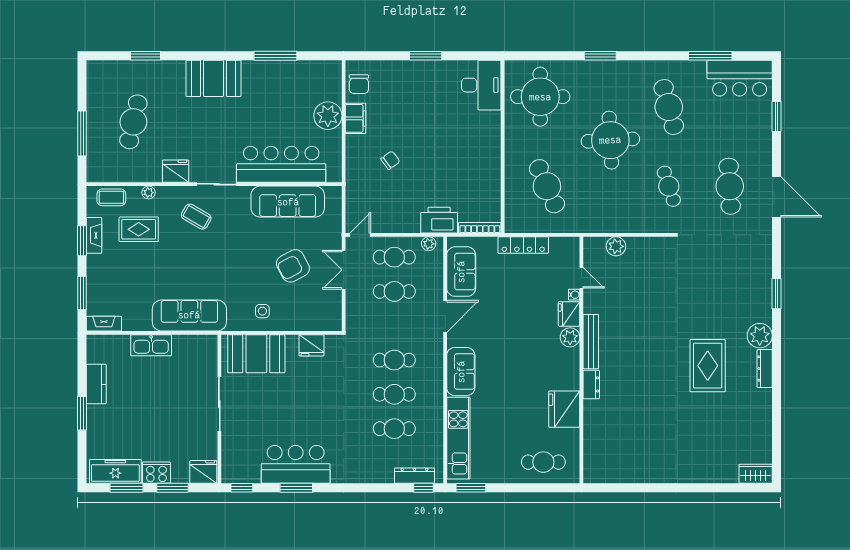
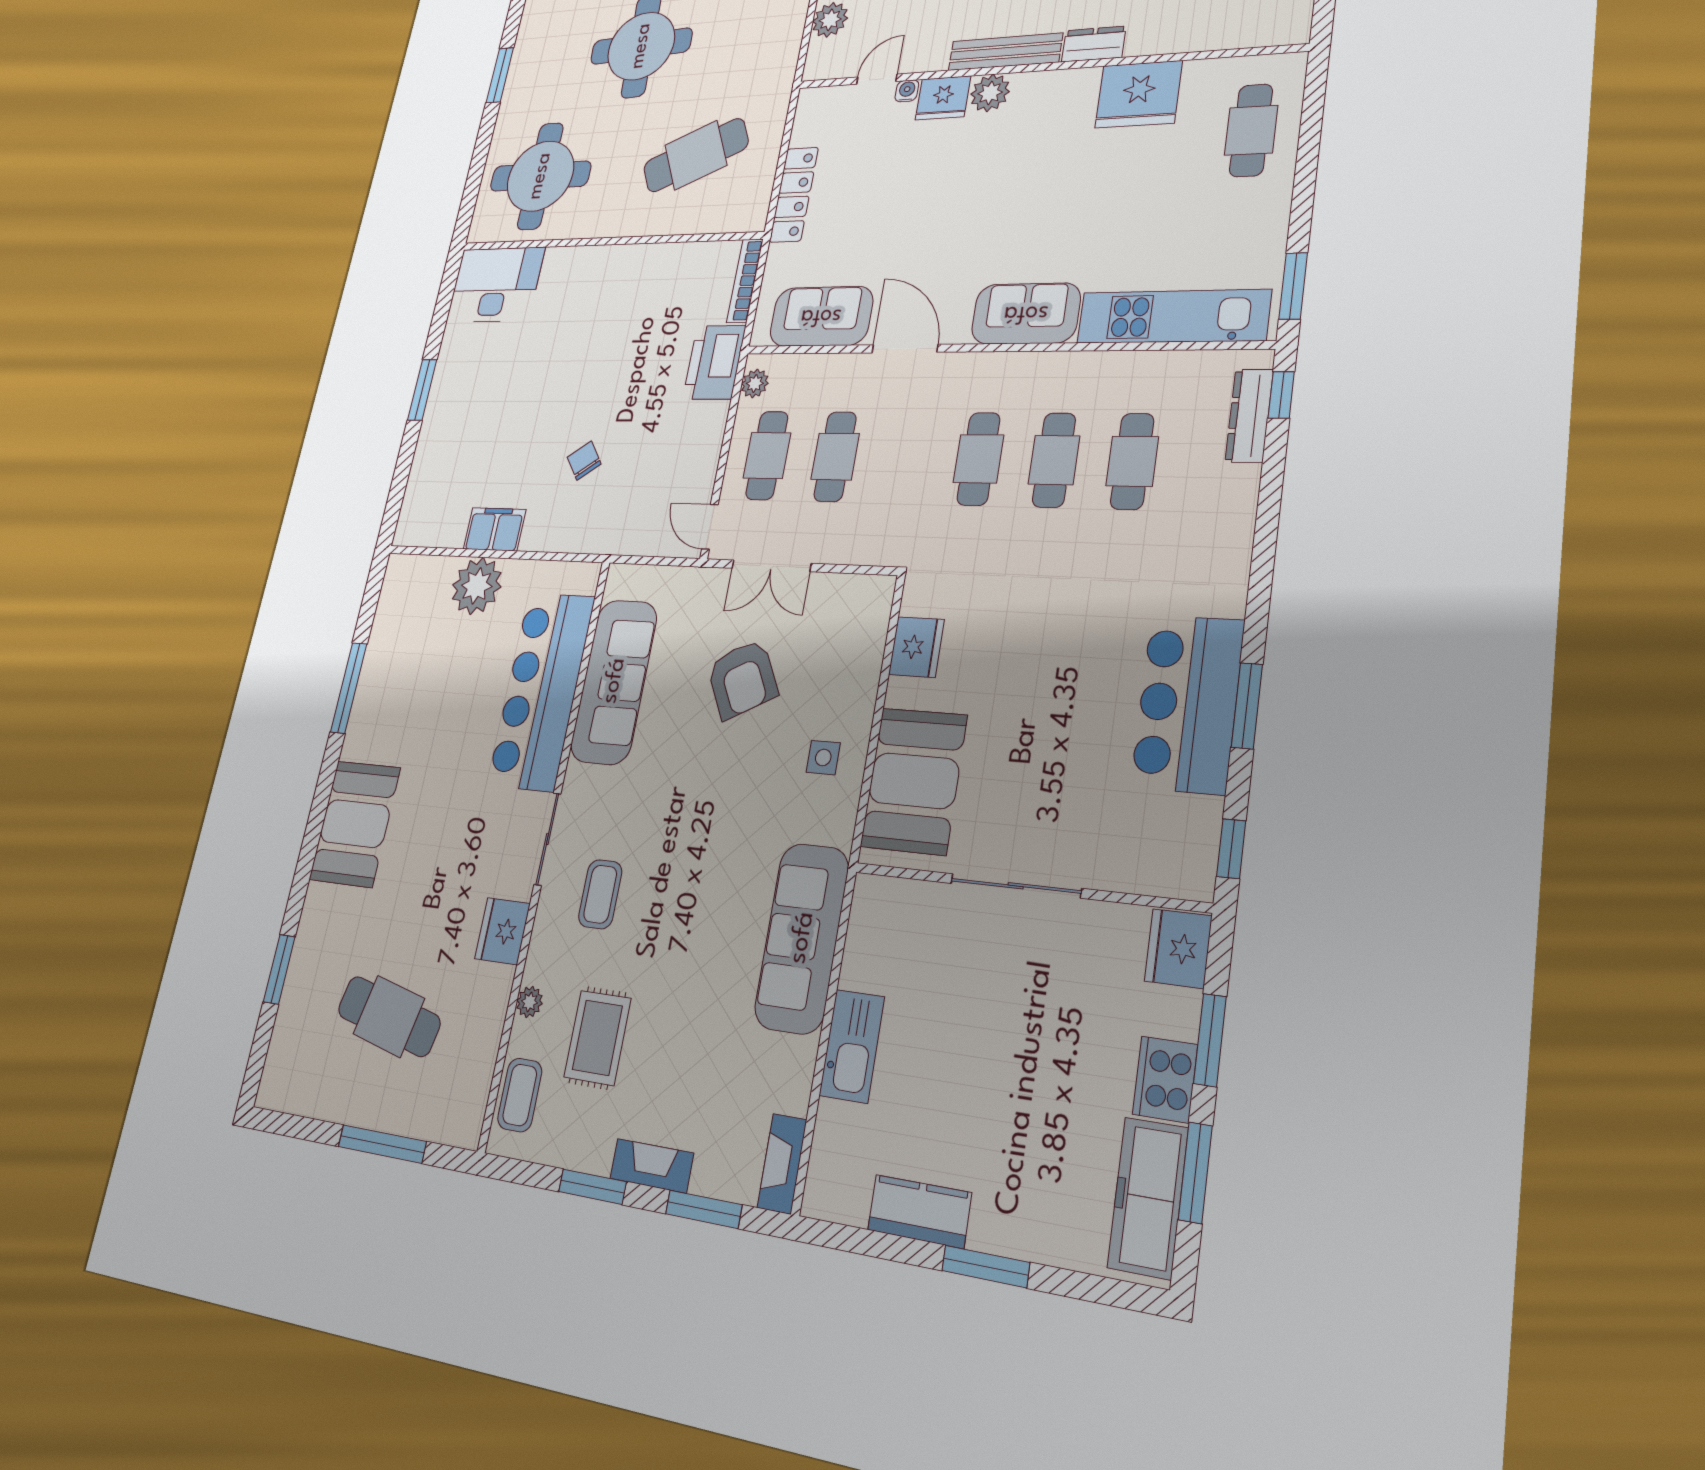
chair: (359, 84) -> (438, 520), removed
coffee table: (196, 217) -> (600, 894), turned -30
fireplace: (94, 235) -> (652, 1166), moved

